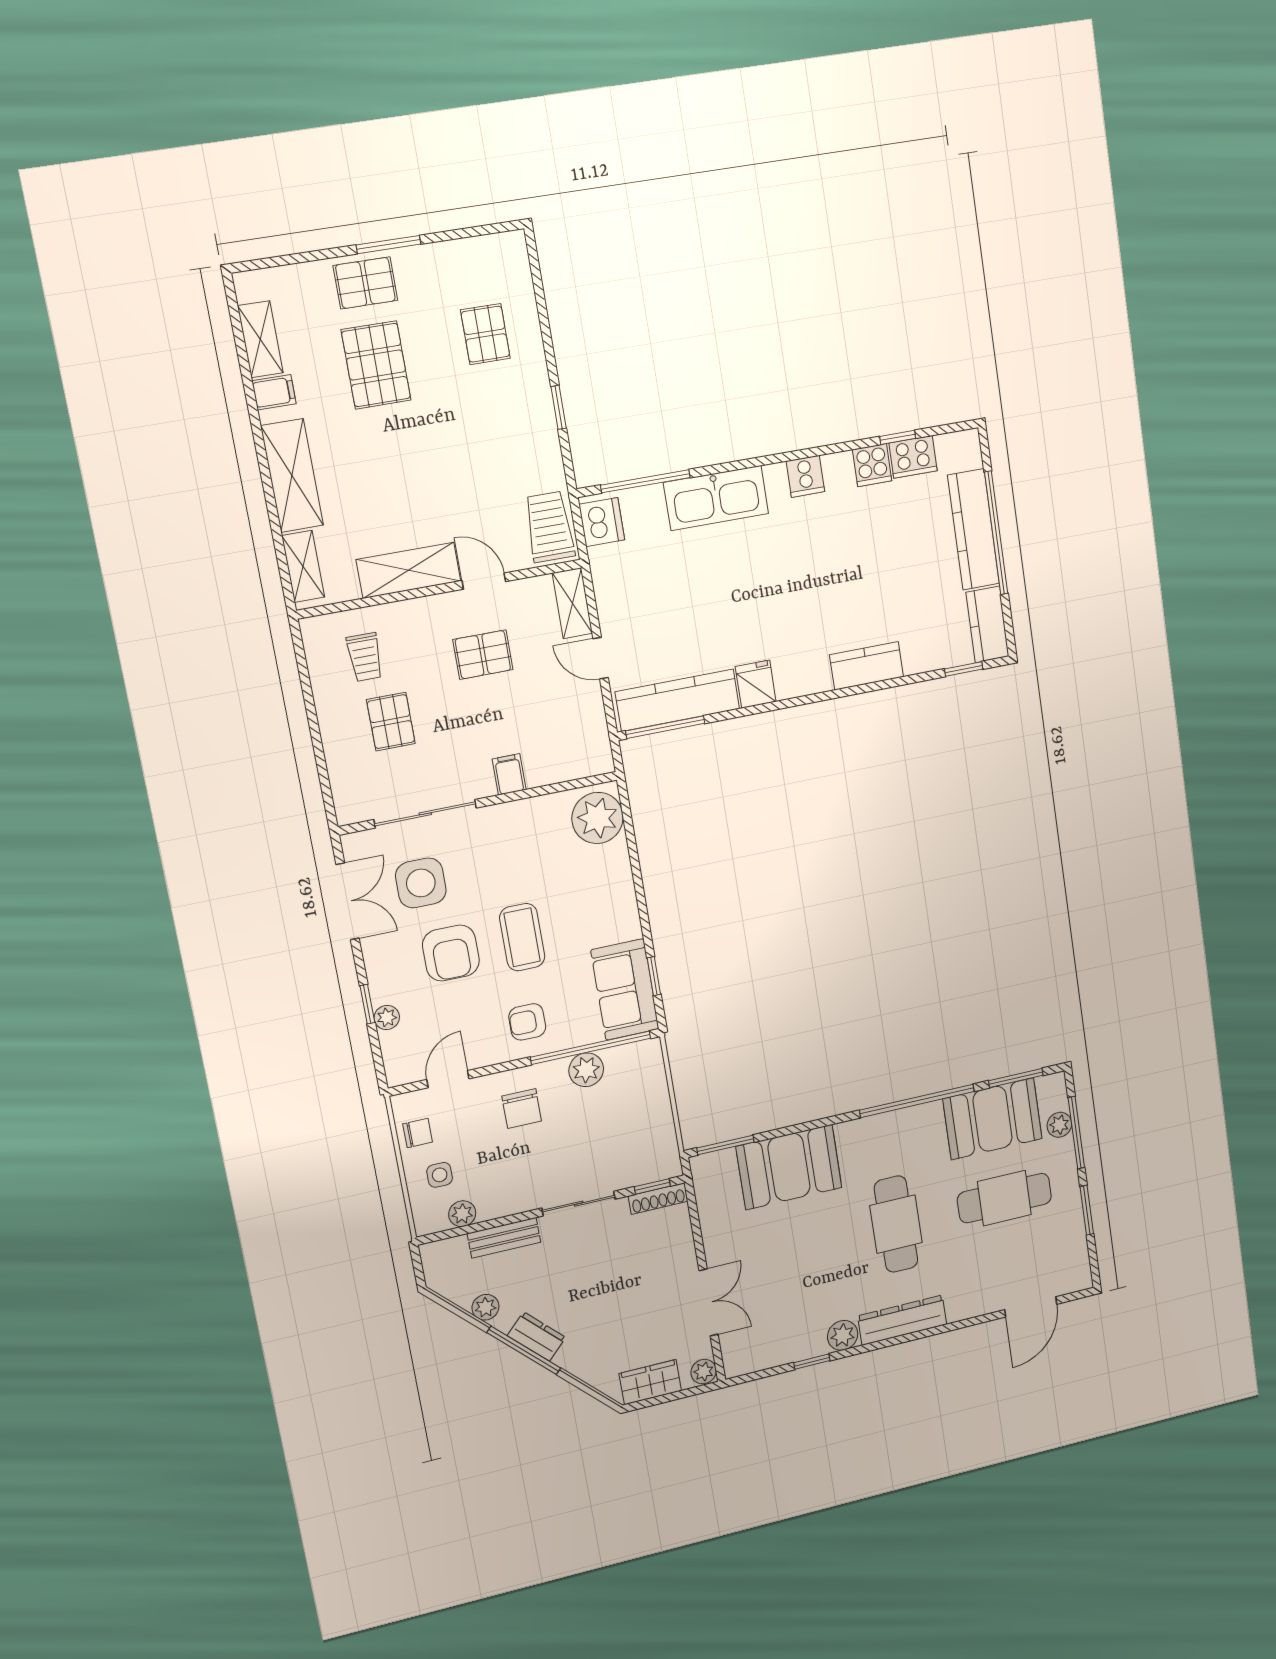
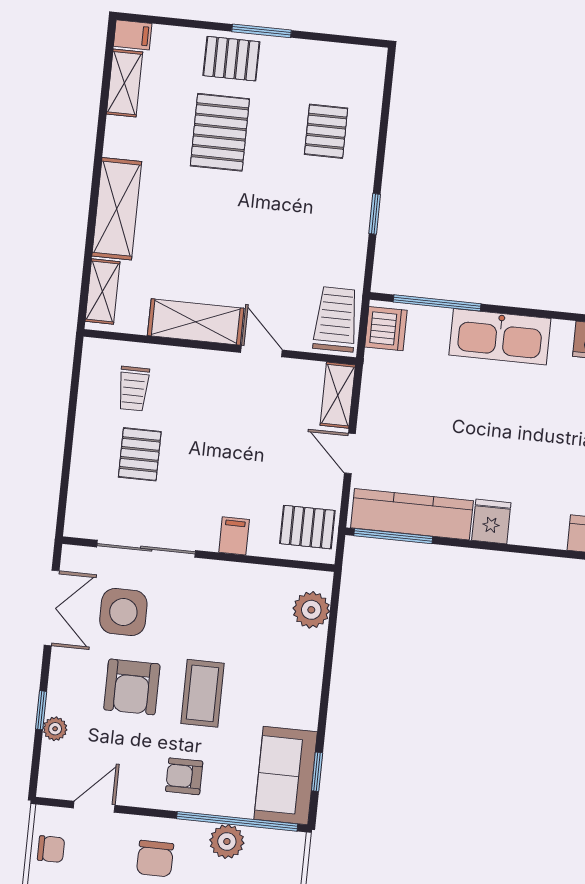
filing cabinet: (274, 392) -> (133, 35), moved
pallet: (483, 655) -> (307, 527), moved
plant: (598, 818) -> (311, 610), width x0.73, depth x0.73

